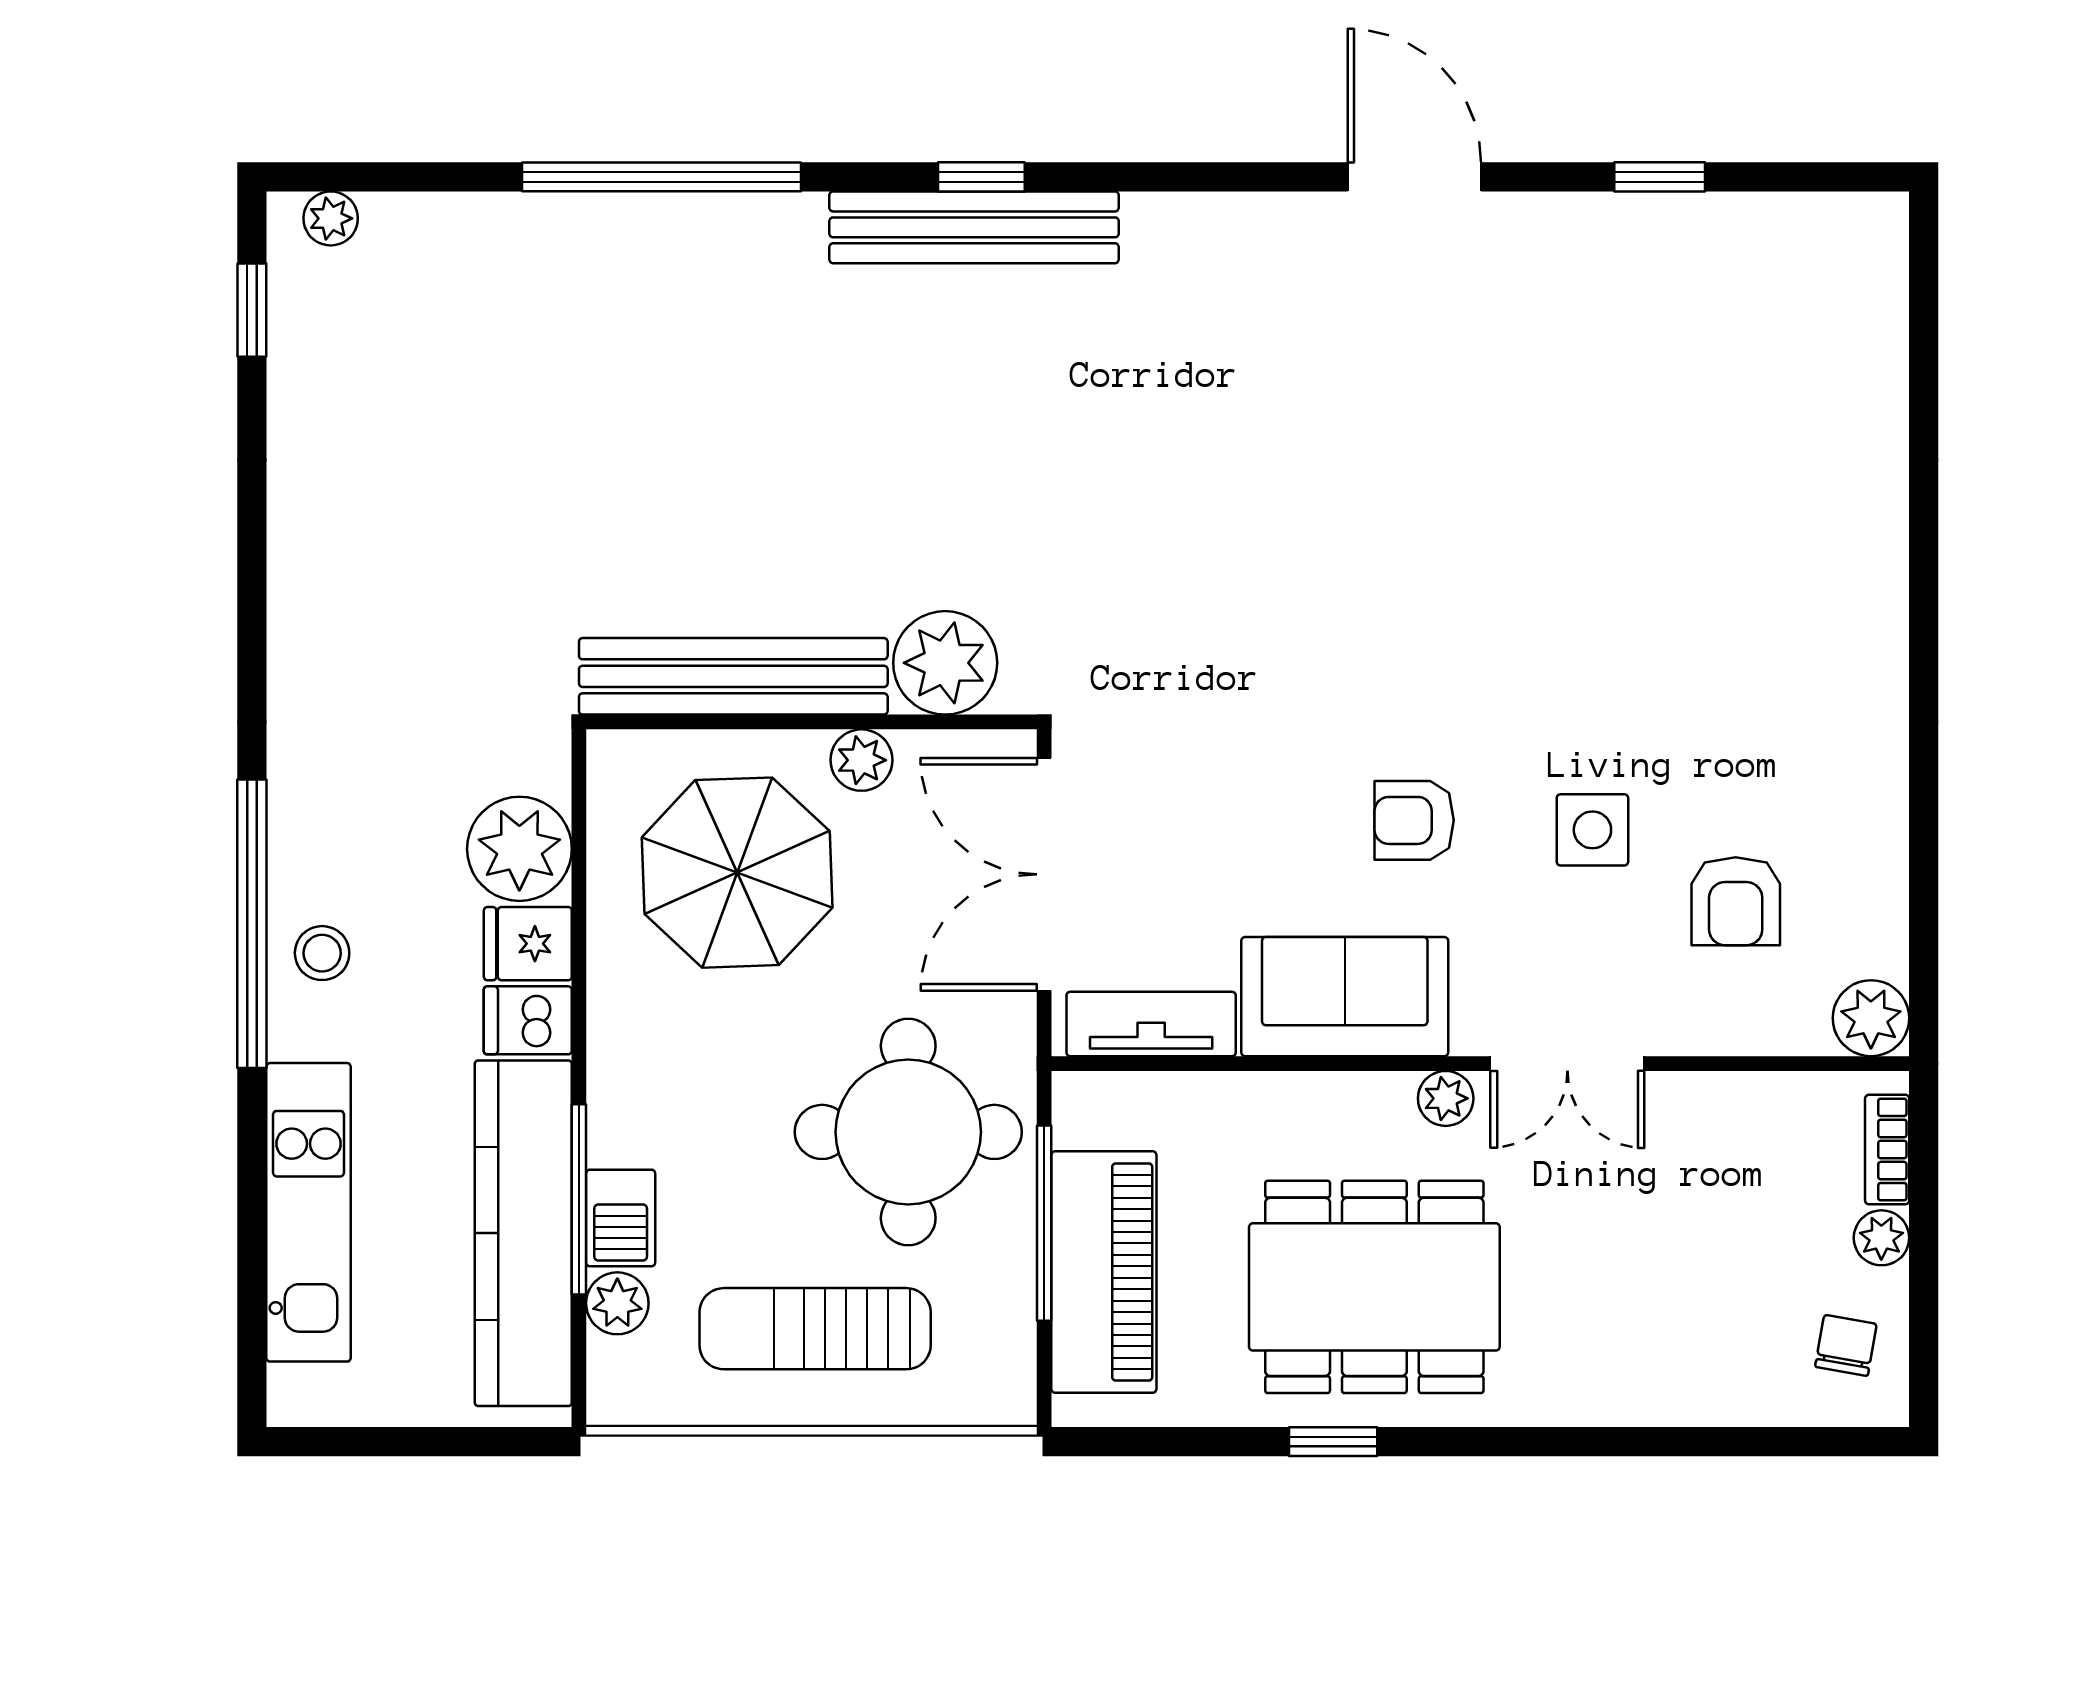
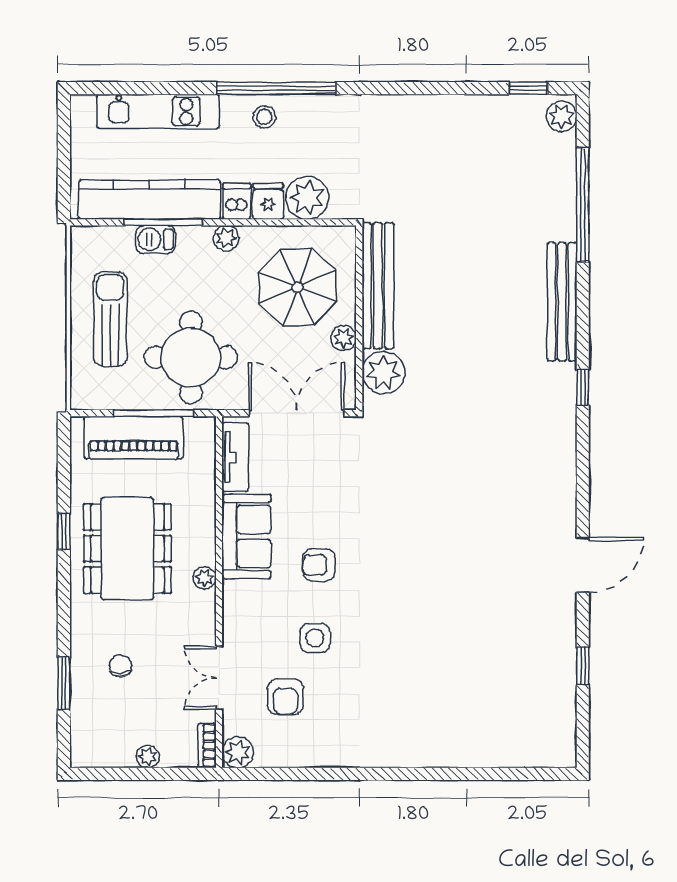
window: (662, 177) -> (583, 205), moved
plant: (331, 218) -> (561, 116), width x1.38, depth x1.38
bench: (974, 227) -> (562, 302), moved
armchair: (1414, 820) -> (319, 565), turned -90
armchair: (1736, 901) -> (286, 697), turned -90
double door: (1567, 1064) -> (219, 678), moved
bookcase: (1887, 1150) -> (207, 745), moved, turned -90
plant: (617, 1303) -> (226, 238), moved
chair: (1846, 1345) -> (120, 666), moved, turned -100
window: (1703, 1442) -> (64, 683), added

